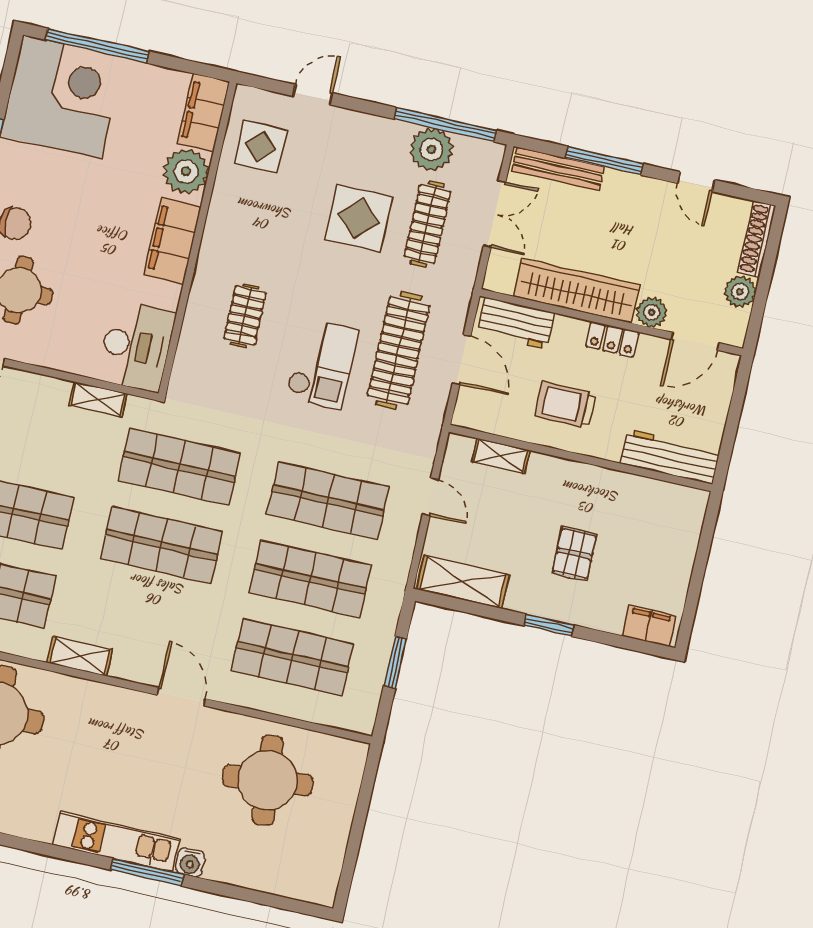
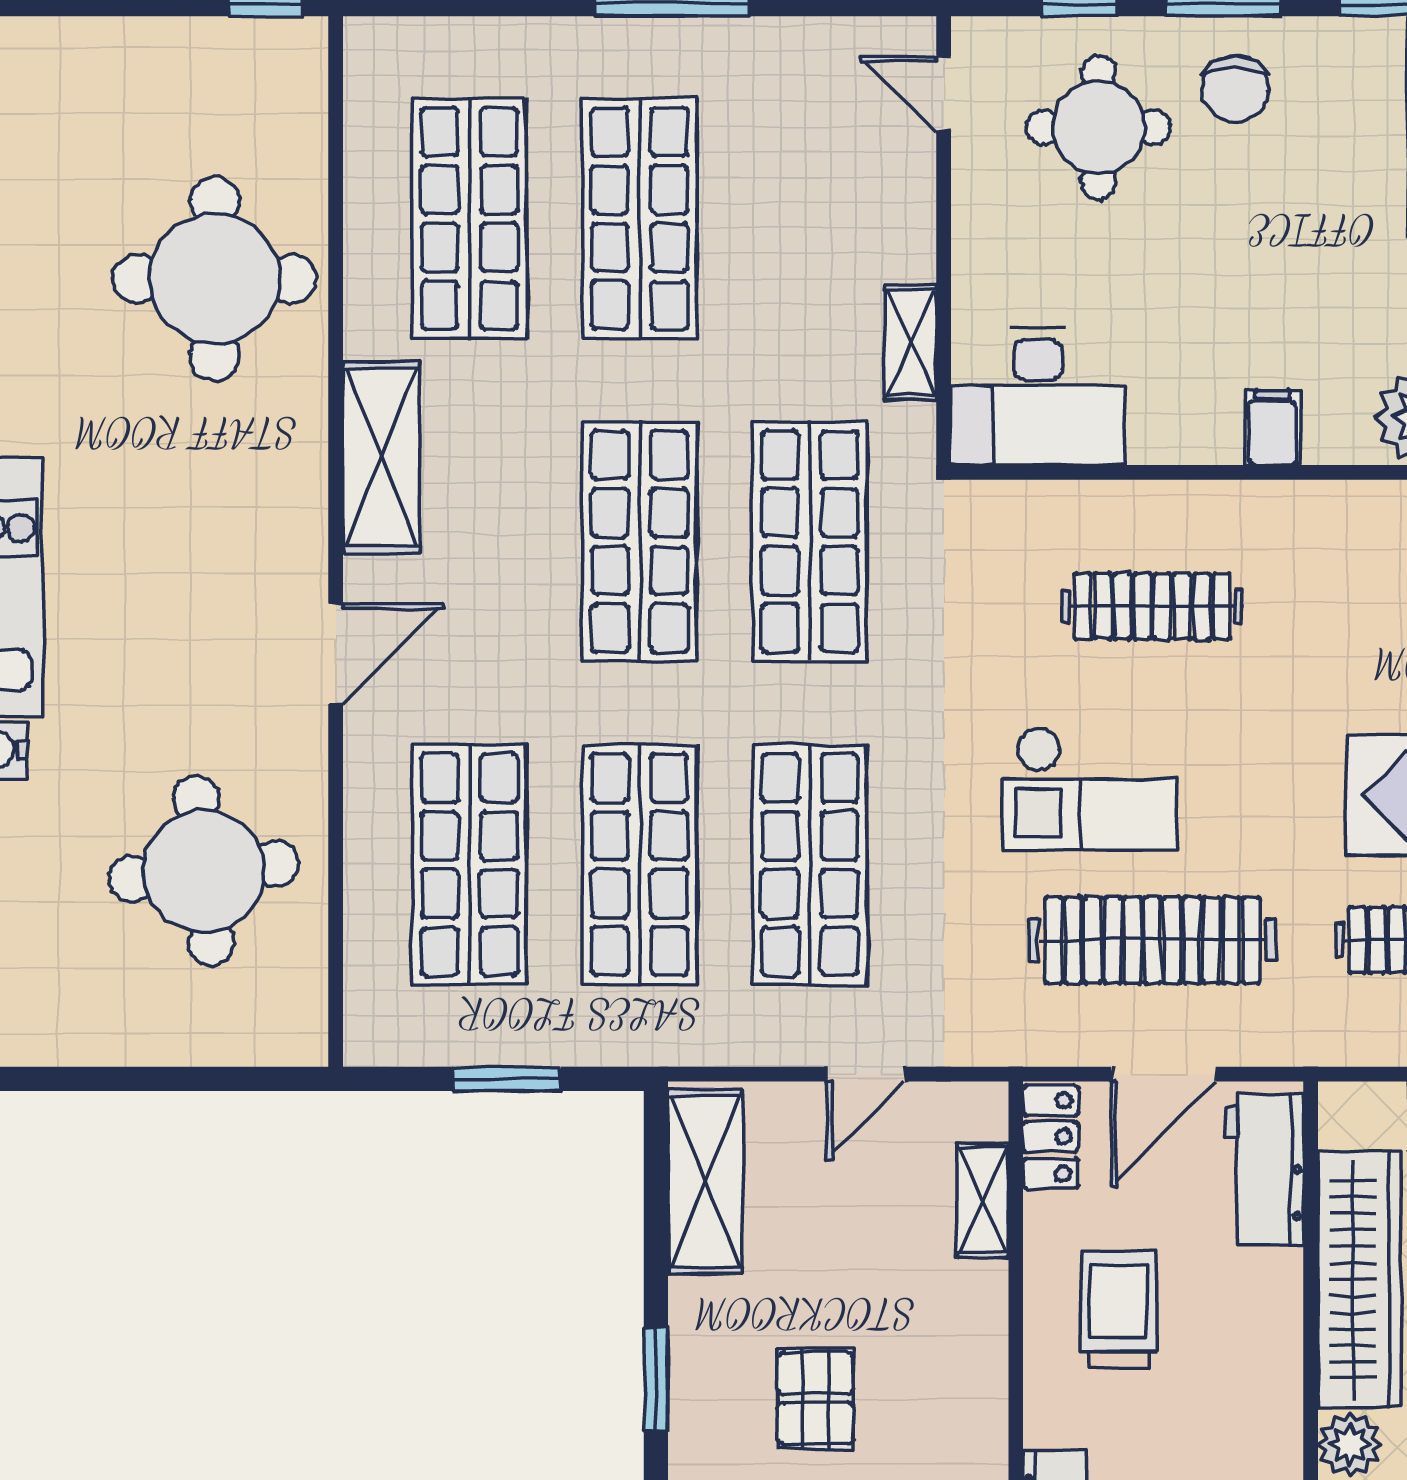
filing cabinet: (172, 241) -> (1272, 428), width x0.33, depth x0.86
clothes rail: (245, 316) -> (1152, 606), width x1.36
locker: (612, 339) -> (1051, 1137), moved, turned 180
pallet: (574, 554) -> (815, 1398), turned 90
shelving: (80, 656) -> (381, 457), width x1.50, depth x1.33

